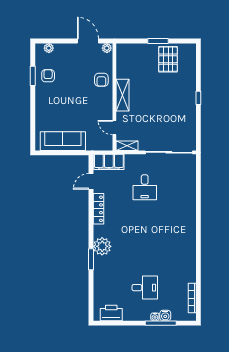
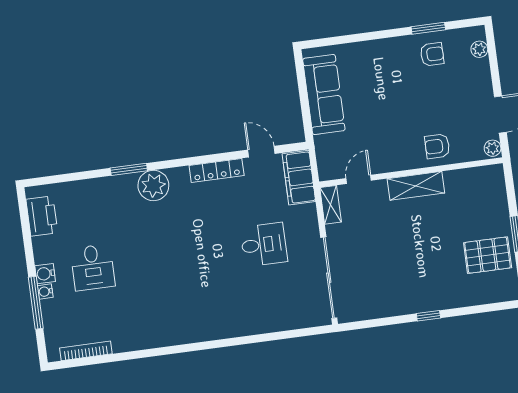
desk: (145, 187) -> (264, 245), turned 180
water cooler: (165, 315) -> (45, 274), moved

